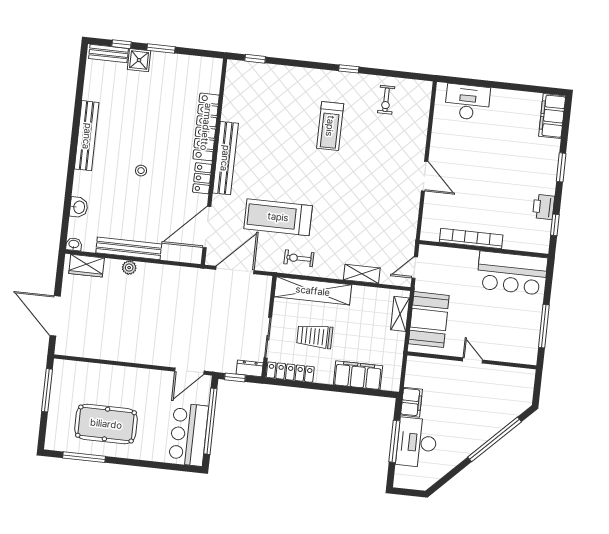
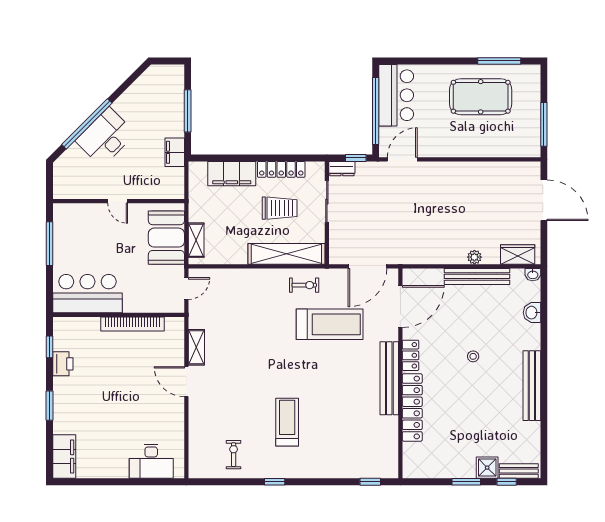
shelving: (362, 274) -> (196, 347), moved, turned 90
locker: (290, 372) -> (281, 169), moved
desk: (417, 443) -> (105, 137), moved, turned -135

